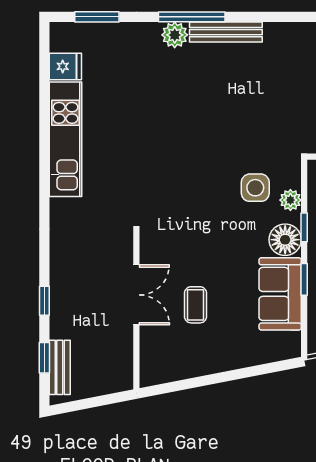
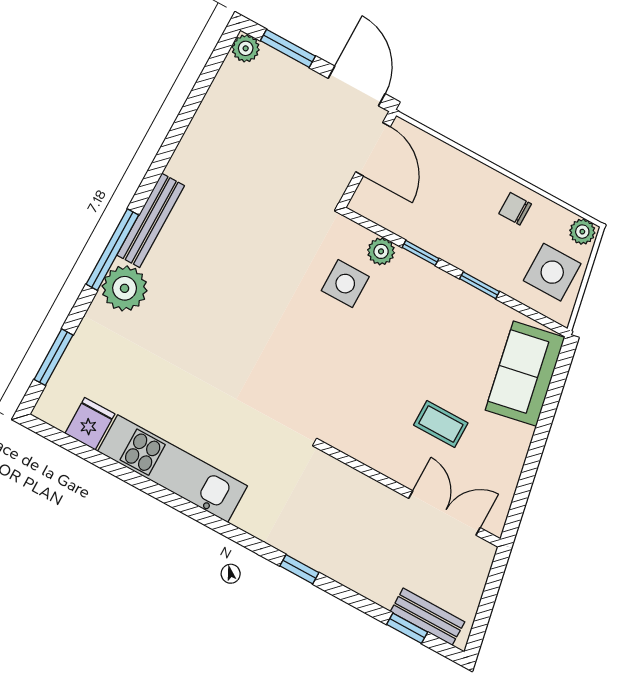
plant: (175, 35) -> (125, 288), width x1.36, depth x1.36
floor lamp: (285, 240) -> (423, 282), removed
sofa: (280, 294) -> (525, 374), moved, turned 79
double door: (136, 295) -> (444, 513), moved
window: (44, 301) -> (299, 569), moved

